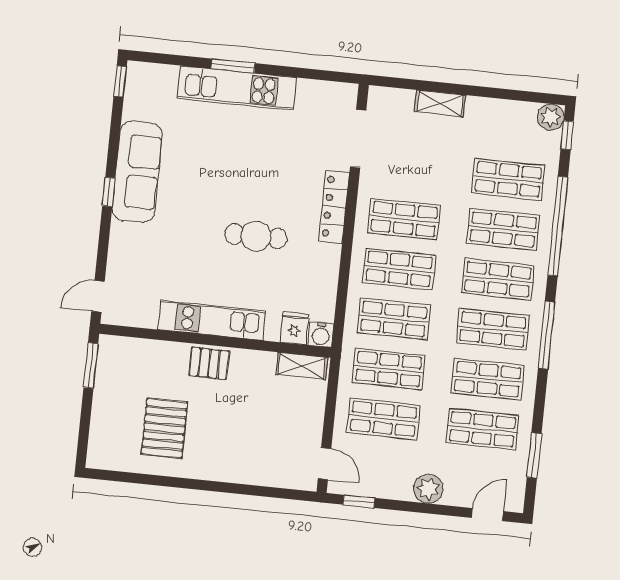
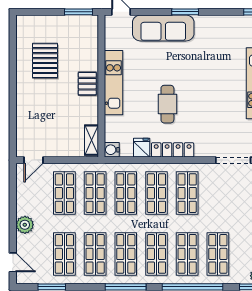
sofa: (137, 172) -> (163, 28), moved
window: (109, 192) -> (185, 12), width x1.50
locker: (334, 207) -> (173, 150), moved
fridge: (294, 328) -> (142, 148), moved, turned -90
pallet: (164, 428) -> (45, 61), turned 90
window: (359, 501) -> (13, 183), removed

